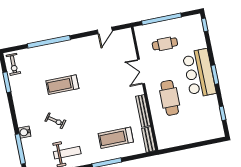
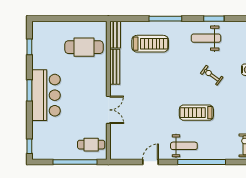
door: (105, 30) -> (151, 162), moved
cafe table: (165, 44) -> (91, 145), moved
weight bench: (67, 53) -> (184, 146), added
treadmill: (62, 85) -> (196, 113), turned 180
cafe table: (170, 98) -> (84, 47), moved, turned 90

